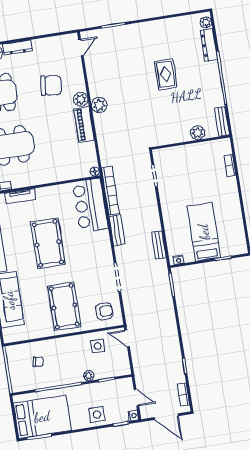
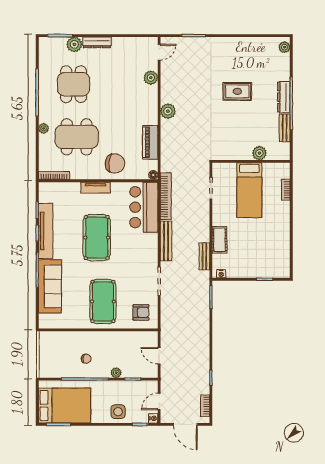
dresser: (209, 45) -> (284, 97), moved
rug: (166, 74) -> (237, 91), turned 90
chair: (51, 85) -> (115, 163), moved
plant: (81, 99) -> (151, 78), moved
bench: (222, 122) -> (285, 128), moved
piano: (84, 124) -> (150, 142), moved
tv unit: (20, 196) -> (96, 188), moved
cot: (171, 226) -> (220, 240), added
bench: (117, 230) -> (166, 241), width x1.36
bed: (204, 232) -> (249, 190), moved, turned 180
door: (127, 338) -> (159, 356), moved
side table: (98, 346) -> (129, 345), removed
chair: (38, 362) -> (86, 359), moved
door: (136, 398) -> (159, 402), swing flipped

